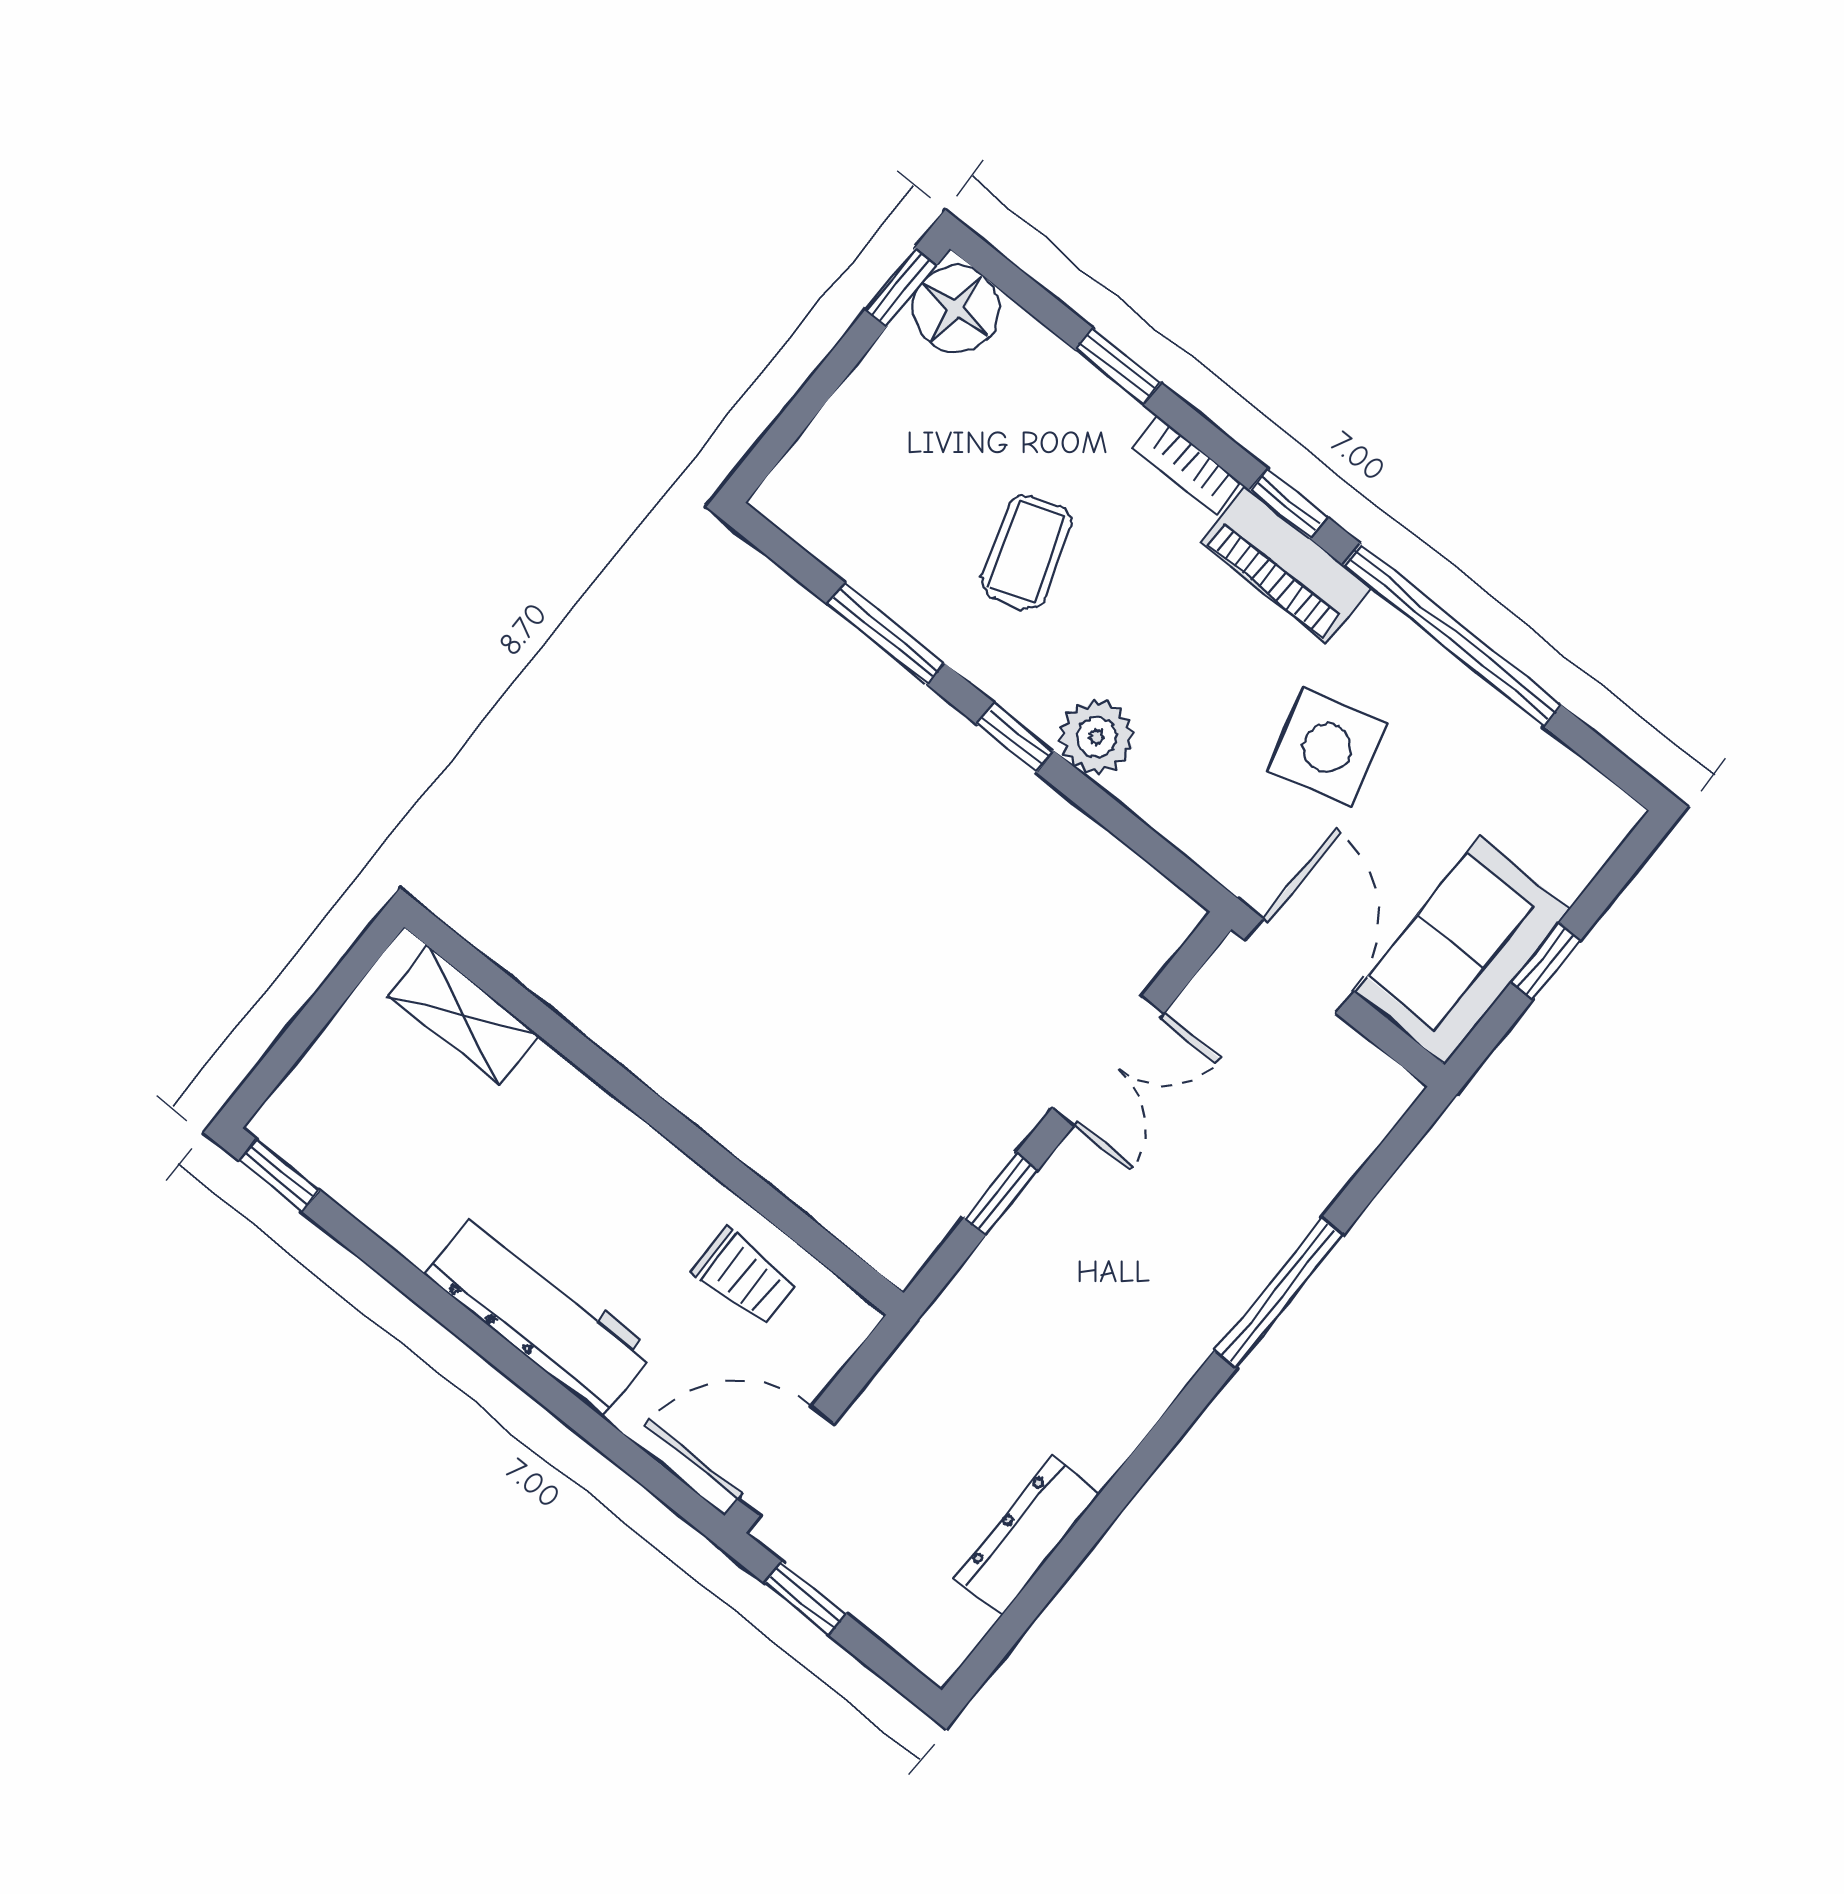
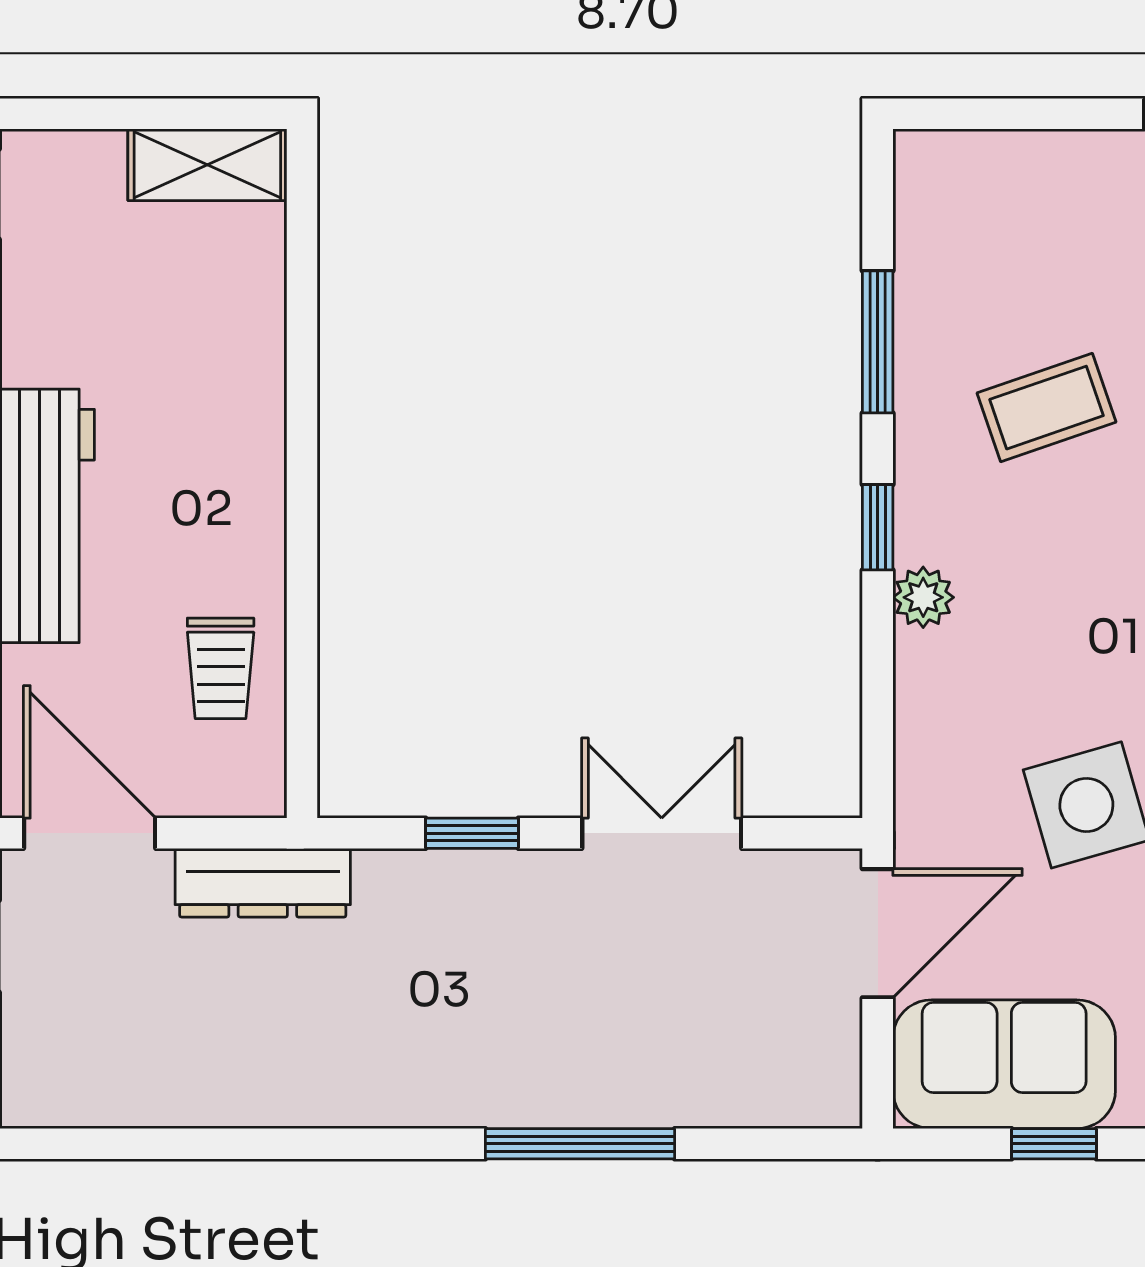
plant: (1096, 737) -> (923, 597), width x0.73, depth x0.73
shelving: (463, 1015) -> (207, 165), moved, turned 90
double door: (1108, 1061) -> (662, 833), swing flipped
dresser: (1027, 1535) -> (263, 883), moved, turned 180

